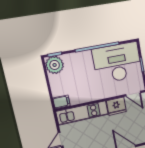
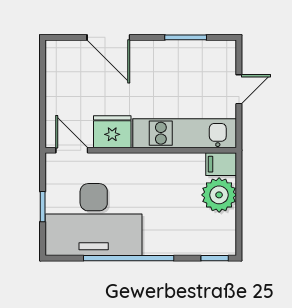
plant: (55, 65) -> (219, 195), moved

